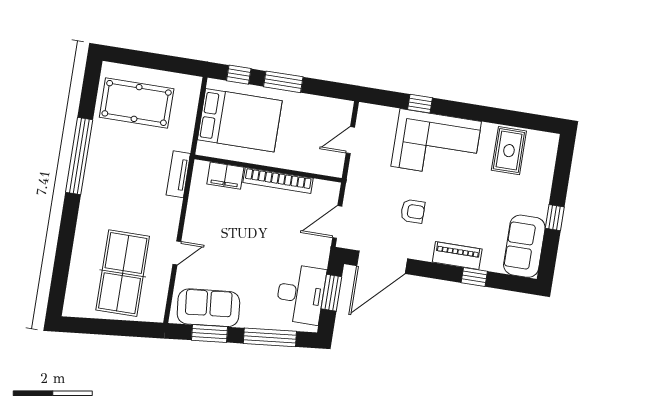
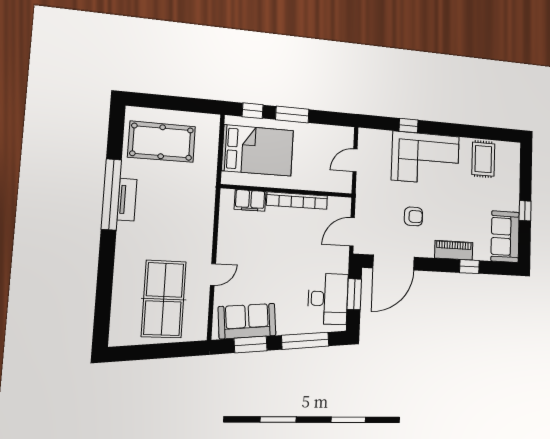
tv unit: (178, 174) -> (127, 200), moved, turned 180

